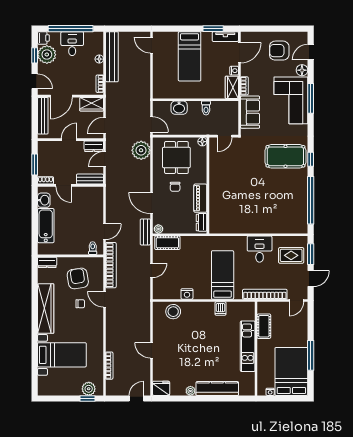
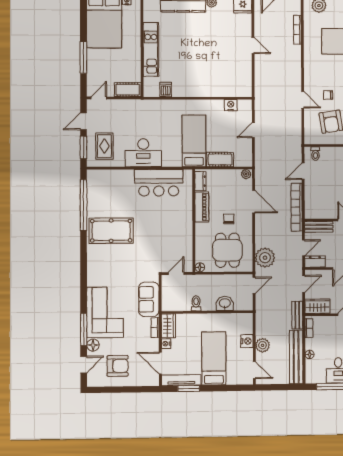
tv unit: (225, 37) -> (181, 380), width x1.41
door: (240, 53) -> (160, 363), hinge flipped
plant: (144, 68) -> (263, 345), added
nightstand: (158, 72) -> (247, 341), added
window: (311, 98) -> (84, 329), moved
door: (152, 124) -> (254, 285), swing flipped
pool table: (285, 156) -> (111, 231), moved
window: (311, 159) -> (84, 249), removed
bar counter: (241, 221) -> (159, 183), added
bench: (145, 232) -> (297, 315), moved
cot: (167, 243) -> (220, 160), moved
desk: (260, 249) -> (143, 153), width x1.37
rug: (291, 255) -> (104, 146), turned 90
bookcase: (111, 265) -> (297, 207), moved
bed: (223, 275) -> (194, 141), moved, turned 180
nightstand: (187, 294) -> (231, 105), moved
bookcase: (265, 294) -> (133, 105), removed
dishwasher: (220, 309) -> (166, 90), moved
stool: (173, 312) -> (230, 86), removed
cot: (264, 326) -> (128, 90), moved, turned 90
window: (311, 355) -> (83, 57), moved

